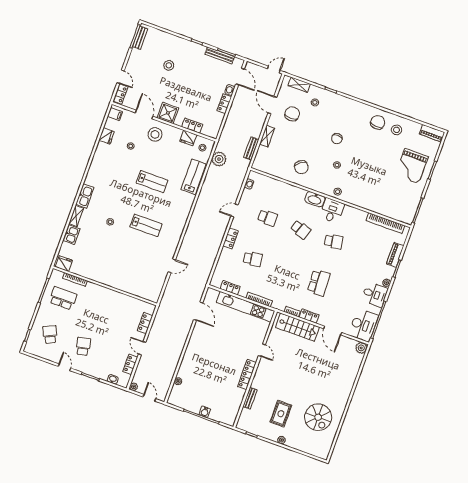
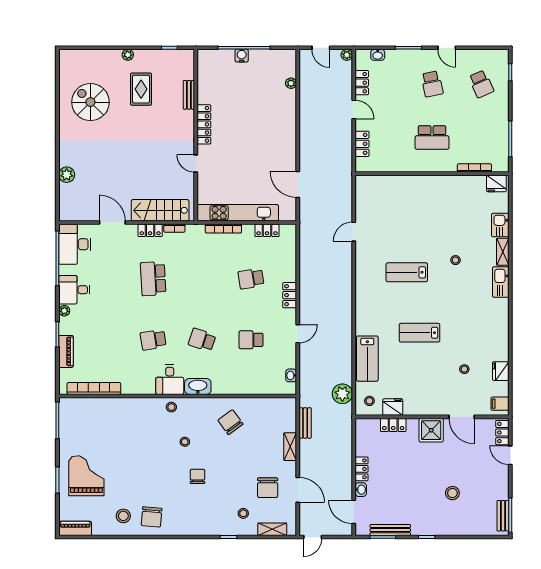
stool: (155, 134) -> (438, 396), removed
school desk: (63, 298) -> (432, 138), moved
plant: (361, 348) -> (67, 175), moved

